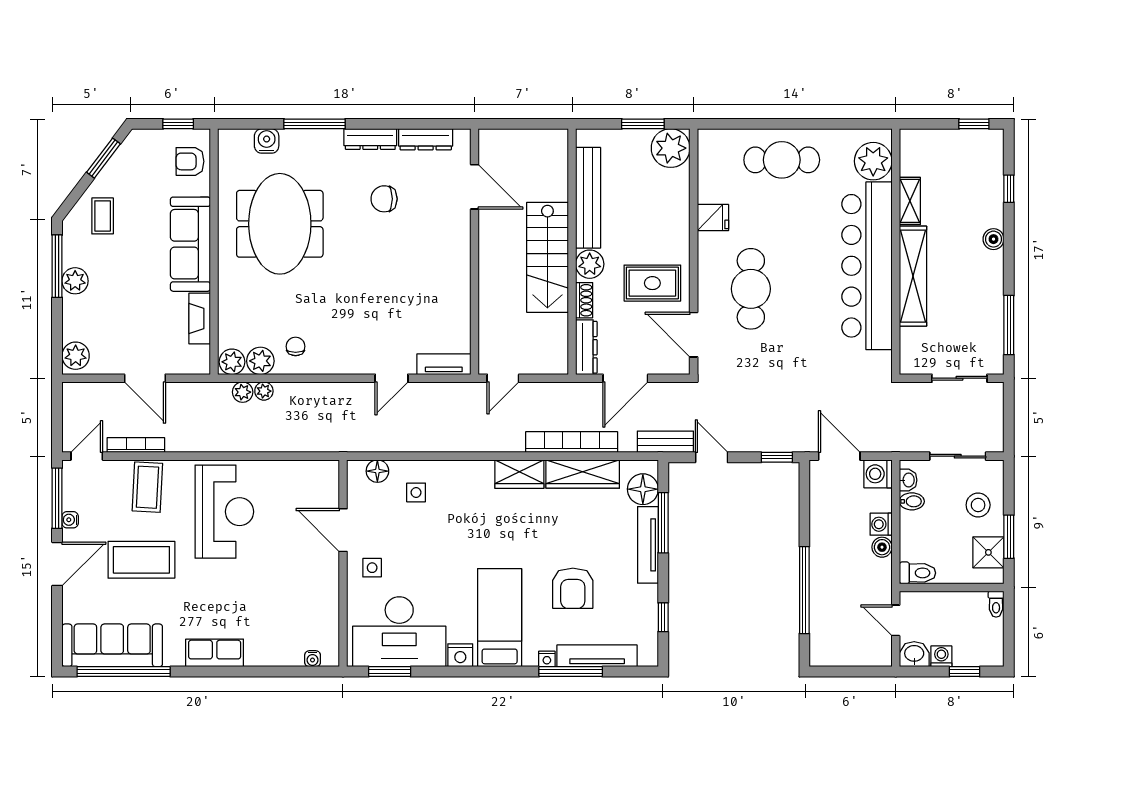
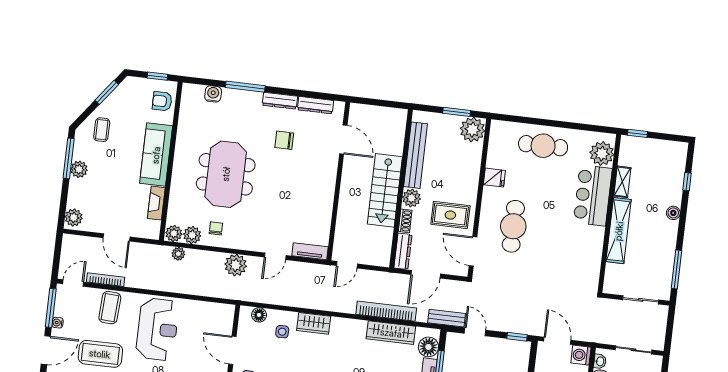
window: (974, 124) -> (637, 133), moved
meeting table: (280, 224) -> (226, 174), moved
bar counter: (867, 266) -> (593, 195), width x0.54
plant: (264, 391) -> (236, 265), moved, width x1.87, depth x1.87
wardrobe: (519, 474) -> (314, 323), moved

